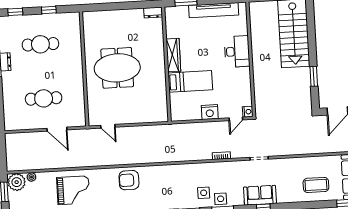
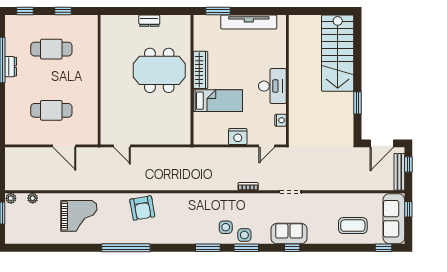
dresser: (153, 13) -> (149, 21), moved
desk: (237, 51) -> (272, 86), moved
meeting table: (117, 68) -> (159, 70), moved
nightstand: (248, 112) -> (281, 120), moved
armchair: (129, 180) -> (142, 208), turned -100
plant: (17, 182) -> (11, 198), width x0.53, depth x0.53

